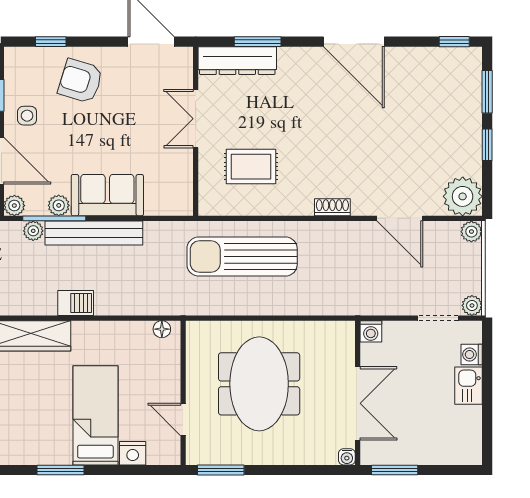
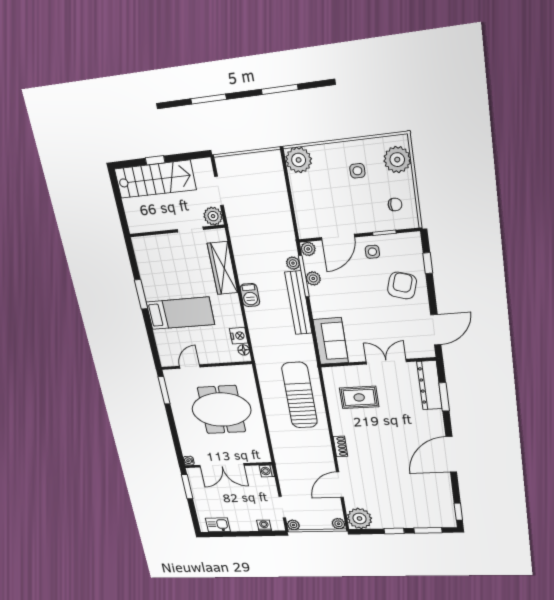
rug: (251, 167) -> (359, 397), turned 90
sofa: (107, 195) -> (331, 341), moved
kitchen sink: (469, 386) -> (218, 525), moved
nightstand: (133, 453) -> (239, 336), moved, turned 180

